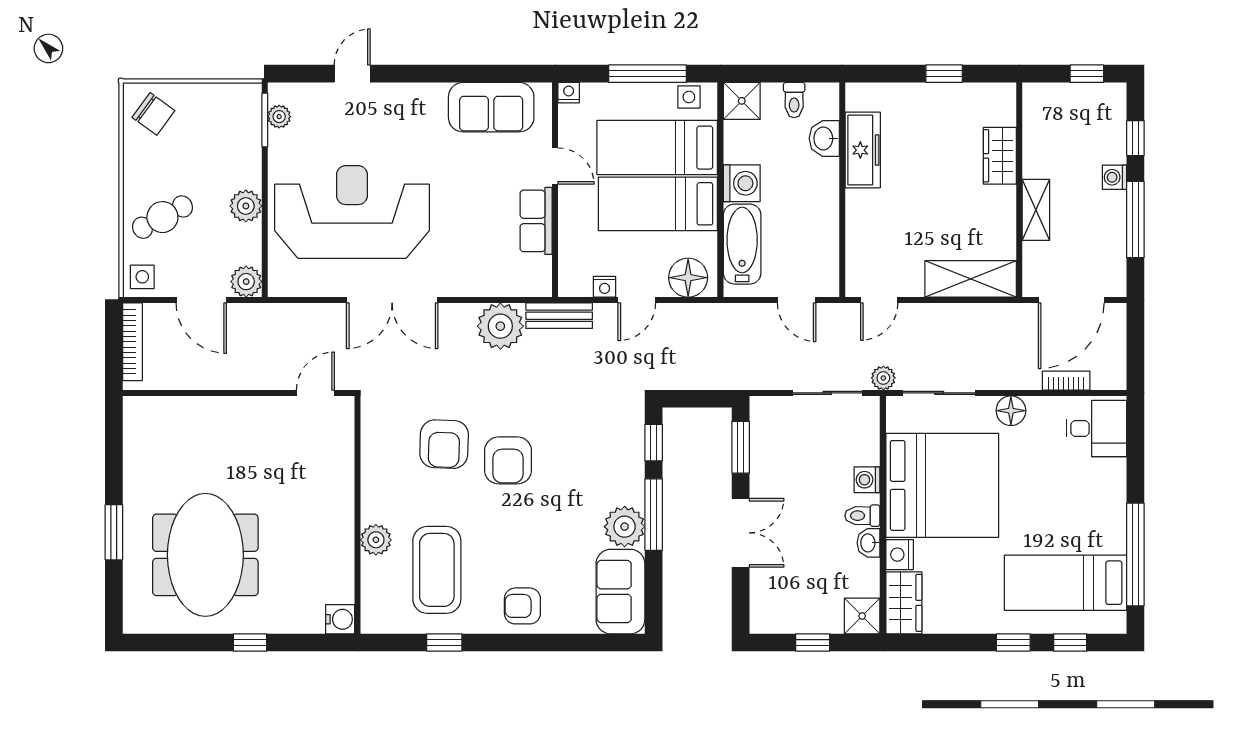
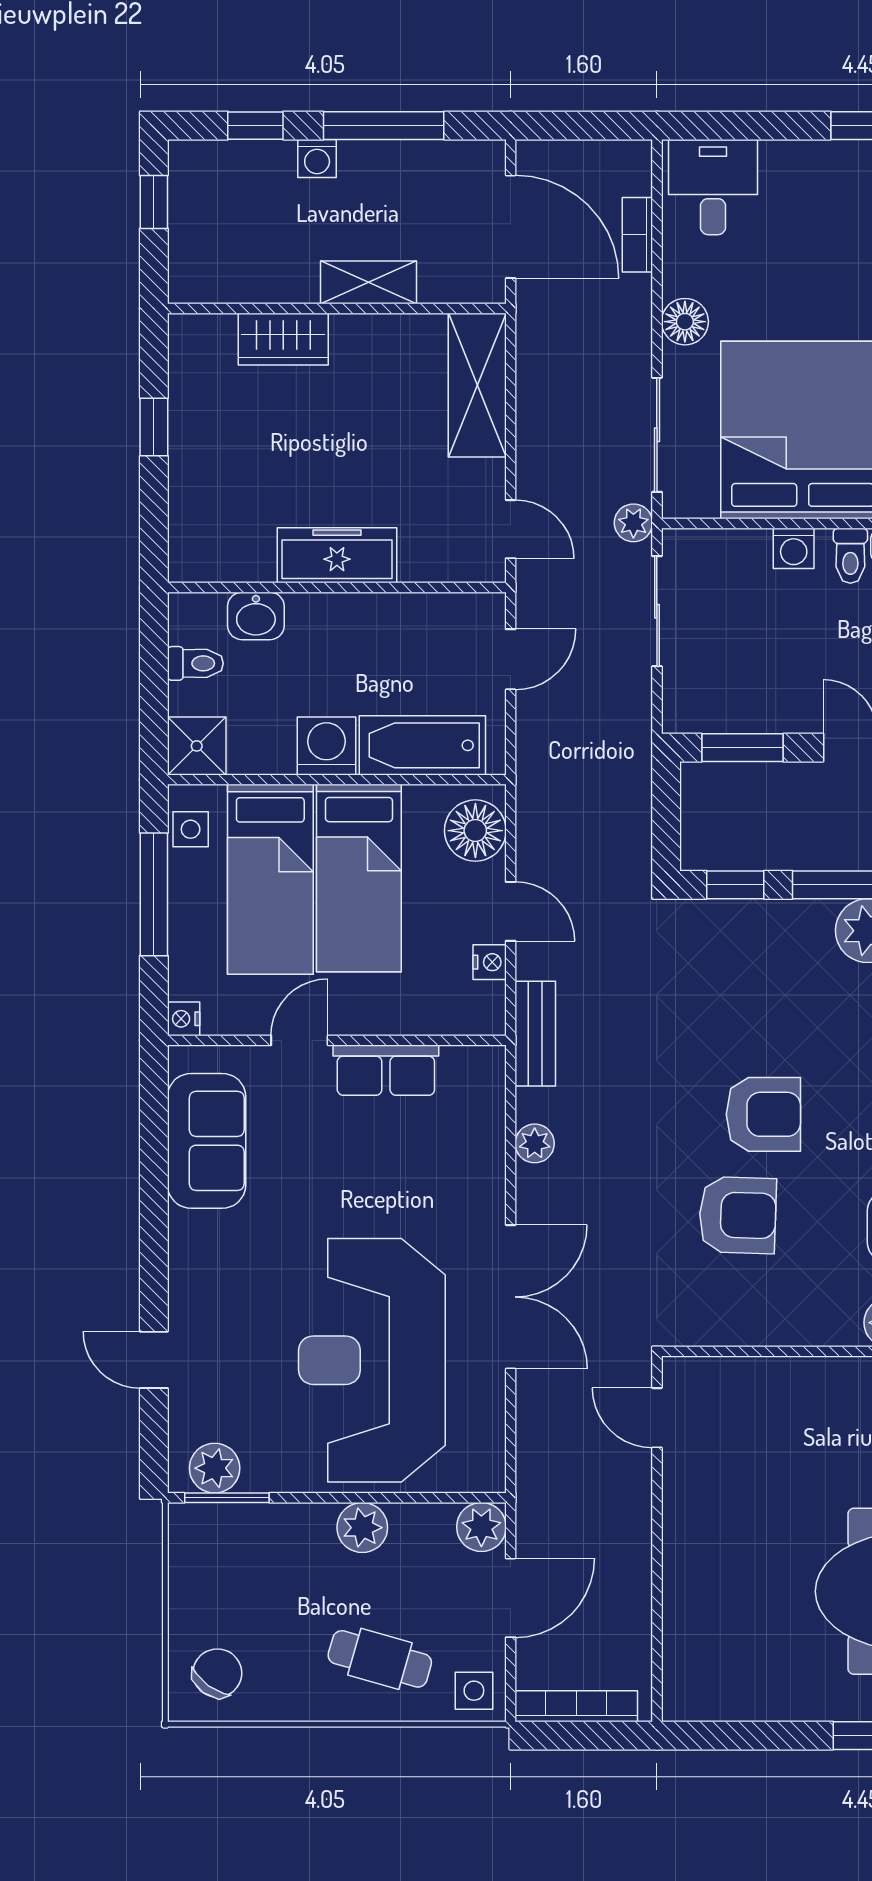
plant: (279, 117) -> (215, 1468), width x1.38, depth x1.38
freezer: (863, 150) -> (337, 555), moved
cafe table: (162, 217) -> (380, 1659), turned -46
plant: (500, 326) -> (535, 1143), width x0.53, depth x0.53

